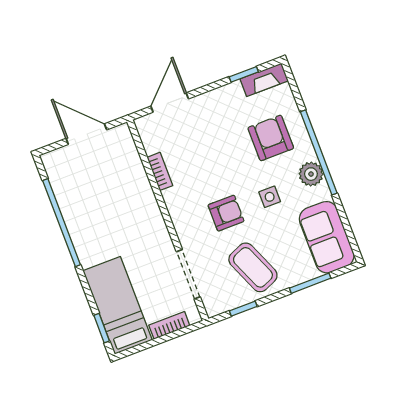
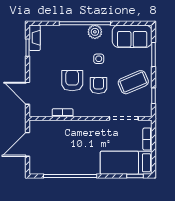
armchair: (271, 138) -> (72, 81), moved, turned 90

